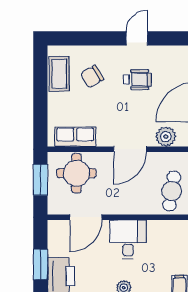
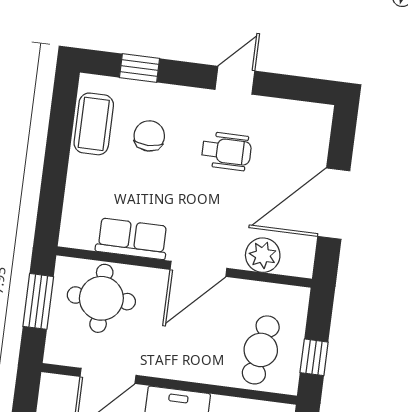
window: (81, 38) -> (140, 68), added
chair: (92, 77) -> (149, 136), turned 121
row of seats: (75, 137) -> (132, 239), moved

